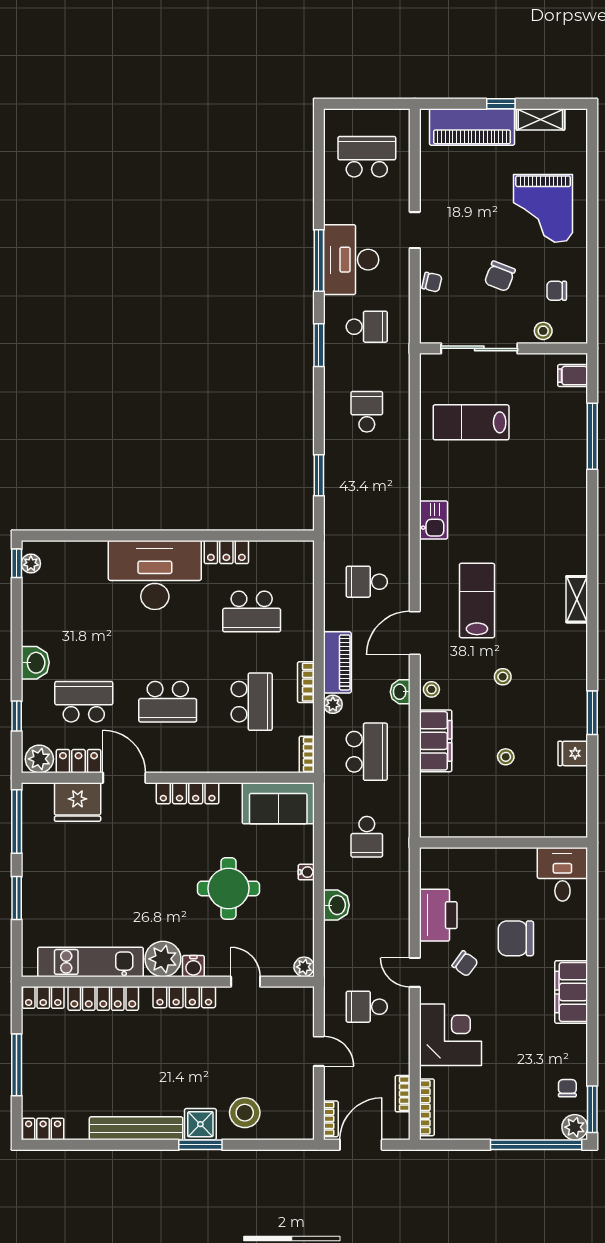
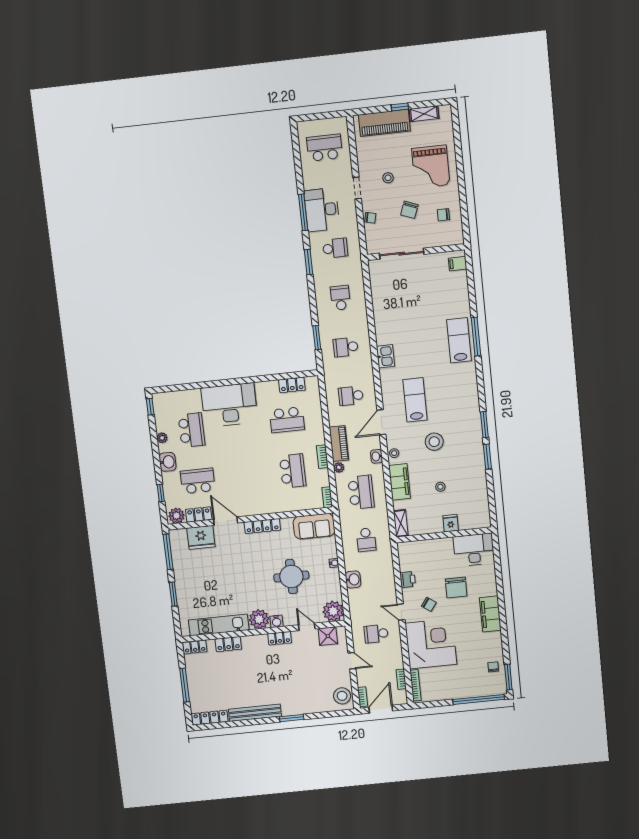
stool: (543, 331) -> (388, 178), moved
lab bench: (471, 422) -> (459, 340), moved, turned 90
window: (592, 436) -> (476, 337), moved
school desk: (367, 497) -> (346, 347), added
locker: (226, 552) -> (292, 385), moved
plant: (31, 564) -> (162, 438), moved
shelving: (577, 599) -> (401, 523), moved
window: (592, 656) -> (484, 425), added
stool: (503, 677) -> (434, 442), width x1.89, depth x1.89
school desk: (168, 702) -> (192, 430), moved, turned -90
fridge: (573, 753) -> (451, 523), moved, turned 90
desk: (562, 874) -> (474, 550), width x1.37
printer: (438, 915) -> (408, 580), width x0.53, depth x0.68
chair: (516, 938) -> (456, 588), turned -90
plant: (304, 967) -> (333, 611), width x1.88, depth x1.88
locker: (184, 997) -> (280, 638), width x0.66
locker: (103, 998) -> (228, 644), width x0.66
corner desk: (450, 1035) -> (431, 644), width x1.36, depth x1.36
stool: (245, 1113) -> (342, 696), moved
shower: (200, 1124) -> (328, 636), moved
plant: (575, 1127) -> (499, 688), removed
locker: (43, 1129) -> (210, 718), width x1.53

